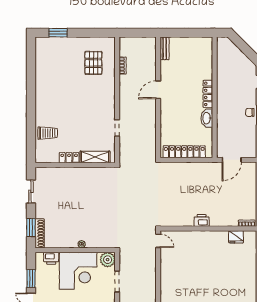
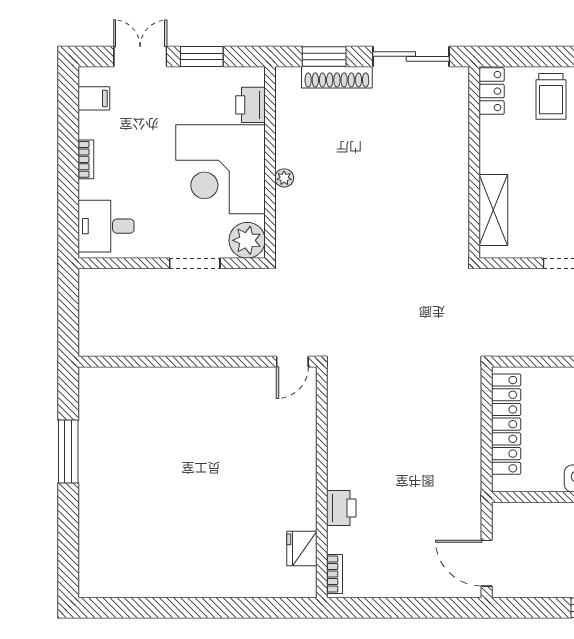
locker: (69, 158) -> (492, 91), moved
door: (232, 160) -> (487, 563), moved
sliding door: (31, 191) -> (411, 56), width x1.37
printer: (202, 220) -> (341, 508), moved
shoe rack: (40, 233) -> (337, 77), moved

